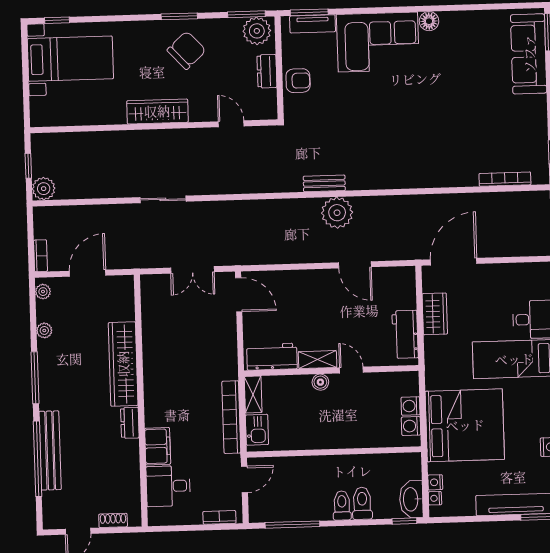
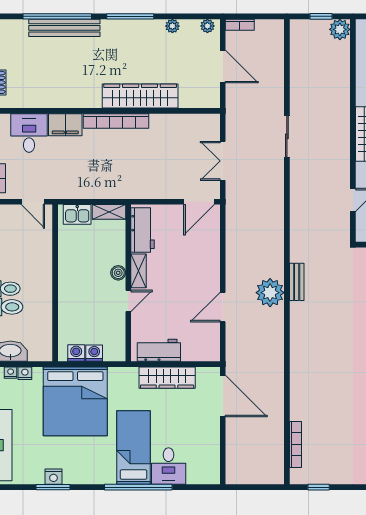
plant: (44, 189) -> (340, 29), moved
wardrobe: (435, 314) -> (167, 378), width x1.50
bookcase: (231, 417) -> (116, 121), moved, turned 180
dresser: (130, 423) -> (87, 100), removed

